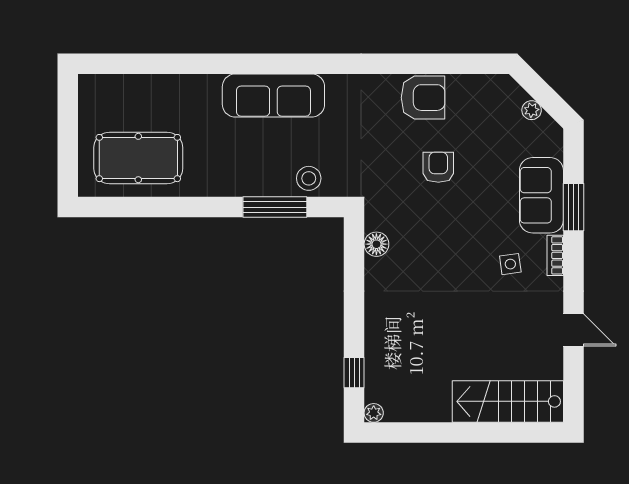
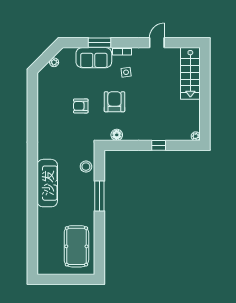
armchair: (423, 98) -> (114, 102), moved
window: (275, 207) -> (99, 196), moved
window: (354, 373) -> (159, 145), moved

